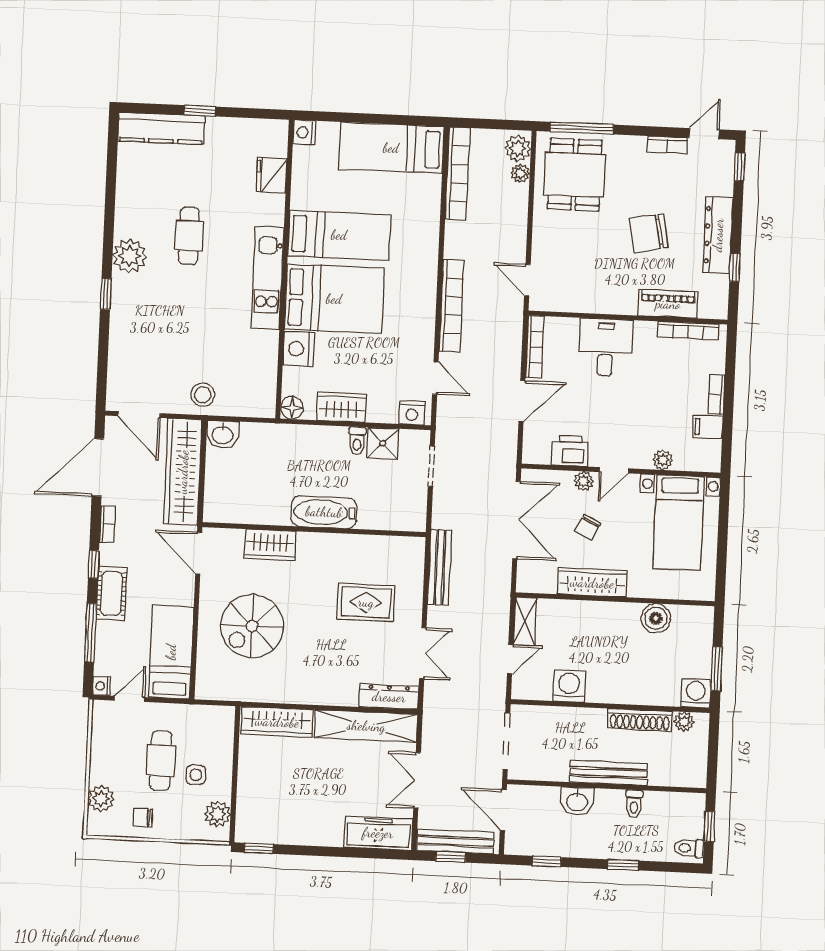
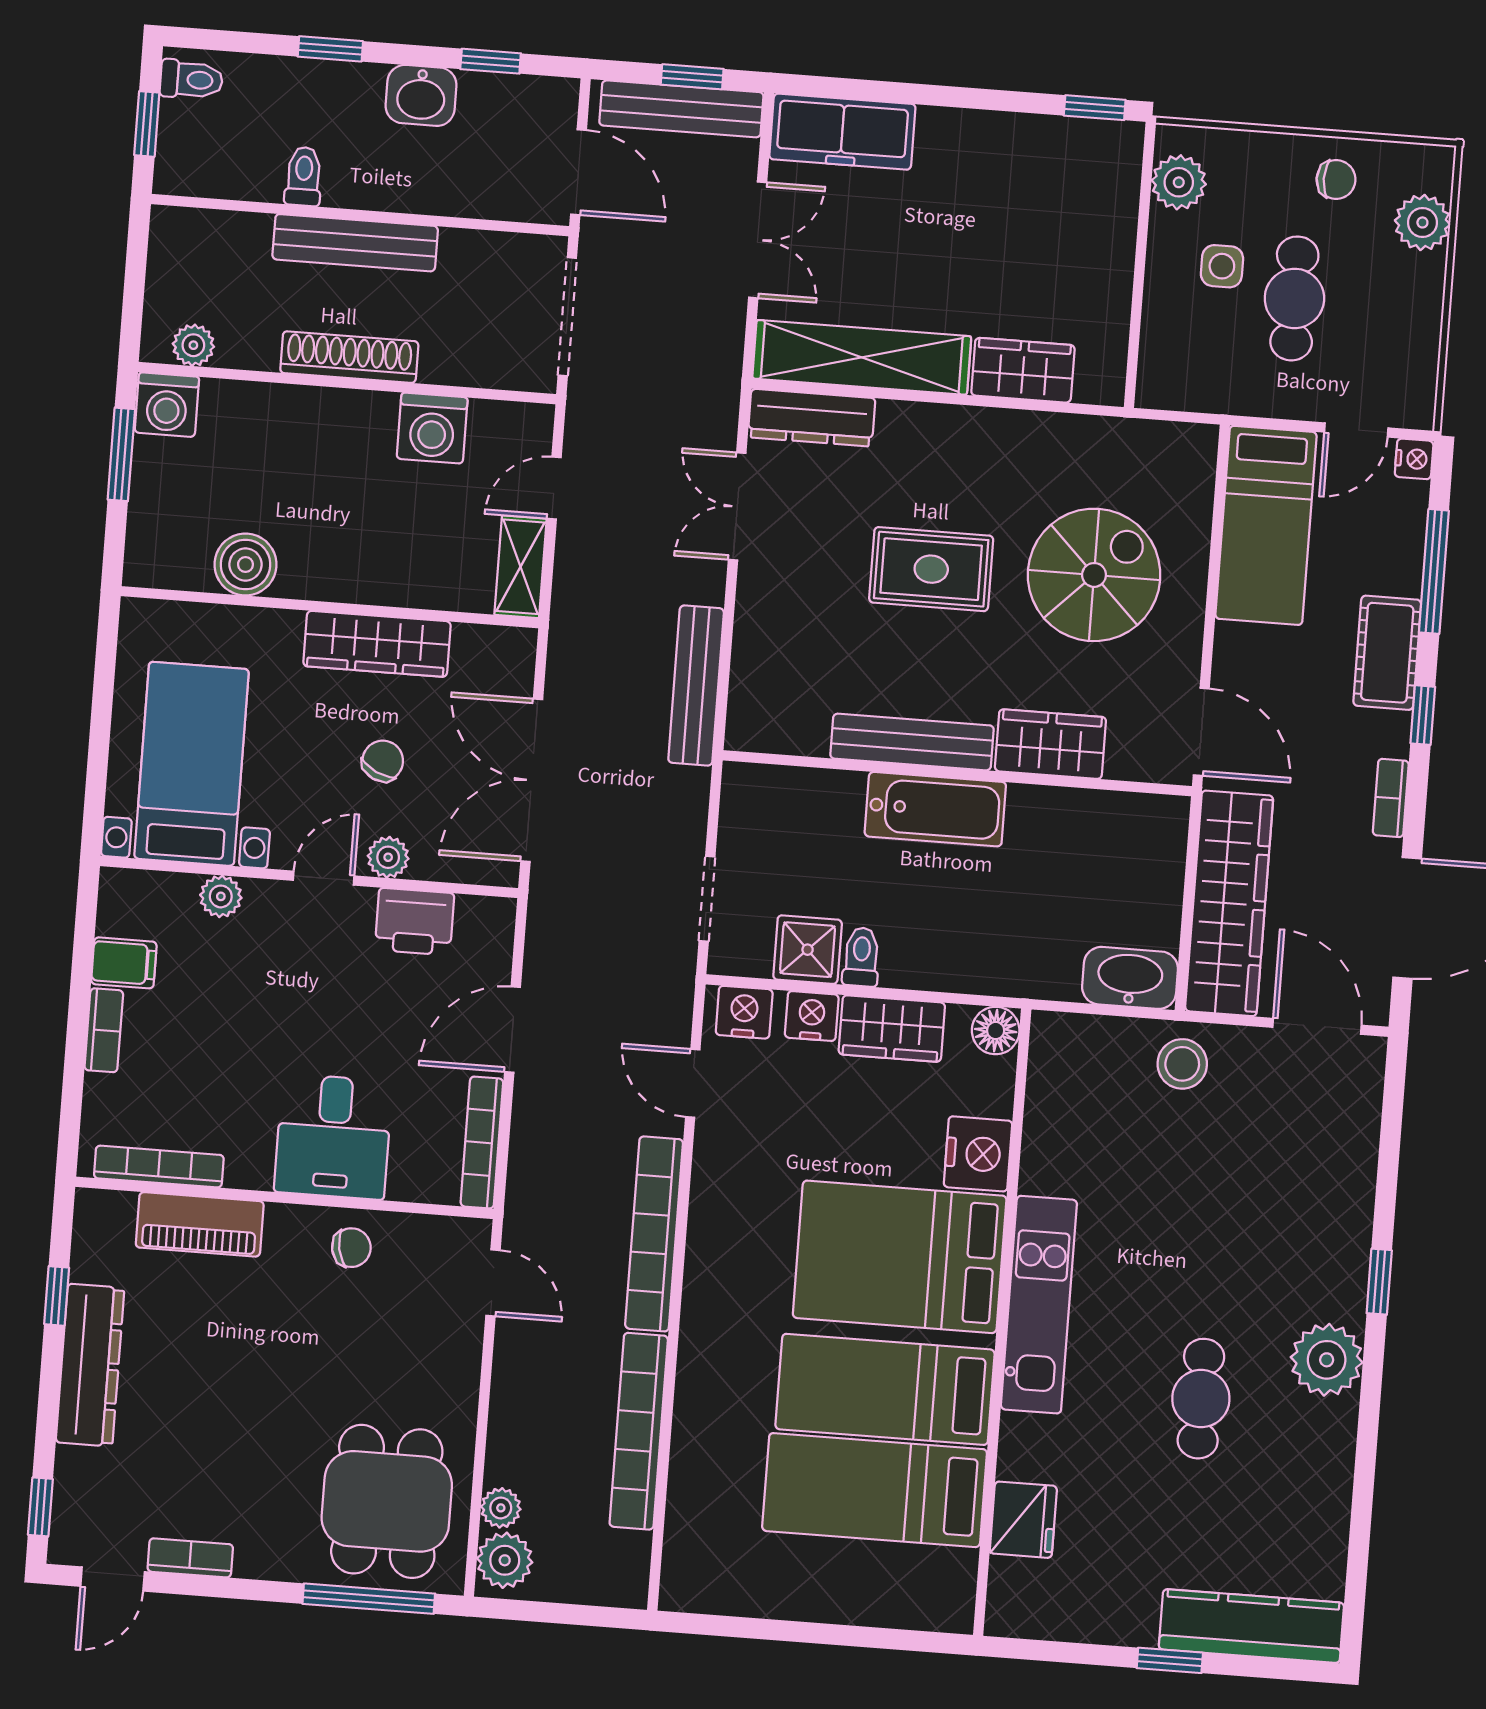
nightstand: (304, 132) -> (812, 1016), moved, turned -90
bed: (391, 148) -> (875, 1490), moved, turned 180
bookcase: (458, 174) -> (639, 1431), moved
chair: (649, 233) -> (351, 1248), moved, width x0.54, depth x0.54
washbasin: (223, 435) -> (1130, 978), width x1.38
bench: (336, 544) -> (912, 742), added
rug: (366, 602) -> (931, 569), moved
shoe rack: (640, 720) -> (349, 357), moved
wardrobe: (277, 722) -> (1023, 370), width x0.67
washbasin: (577, 801) -> (421, 95), moved, turned 180

